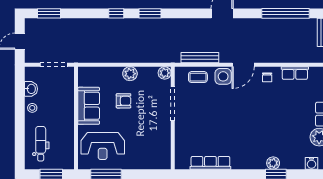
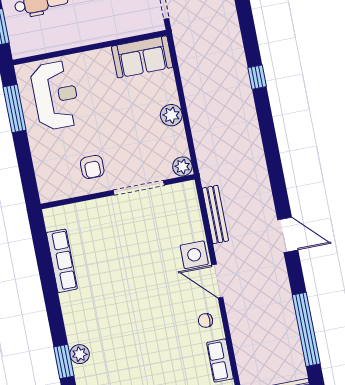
window: (150, 13) -> (267, 127), removed
coffee table: (198, 77) -> (186, 217), removed
armchair: (124, 101) -> (92, 167), moved
sofa: (89, 106) -> (142, 57), moved
reception desk: (103, 146) -> (56, 95), turned 180

